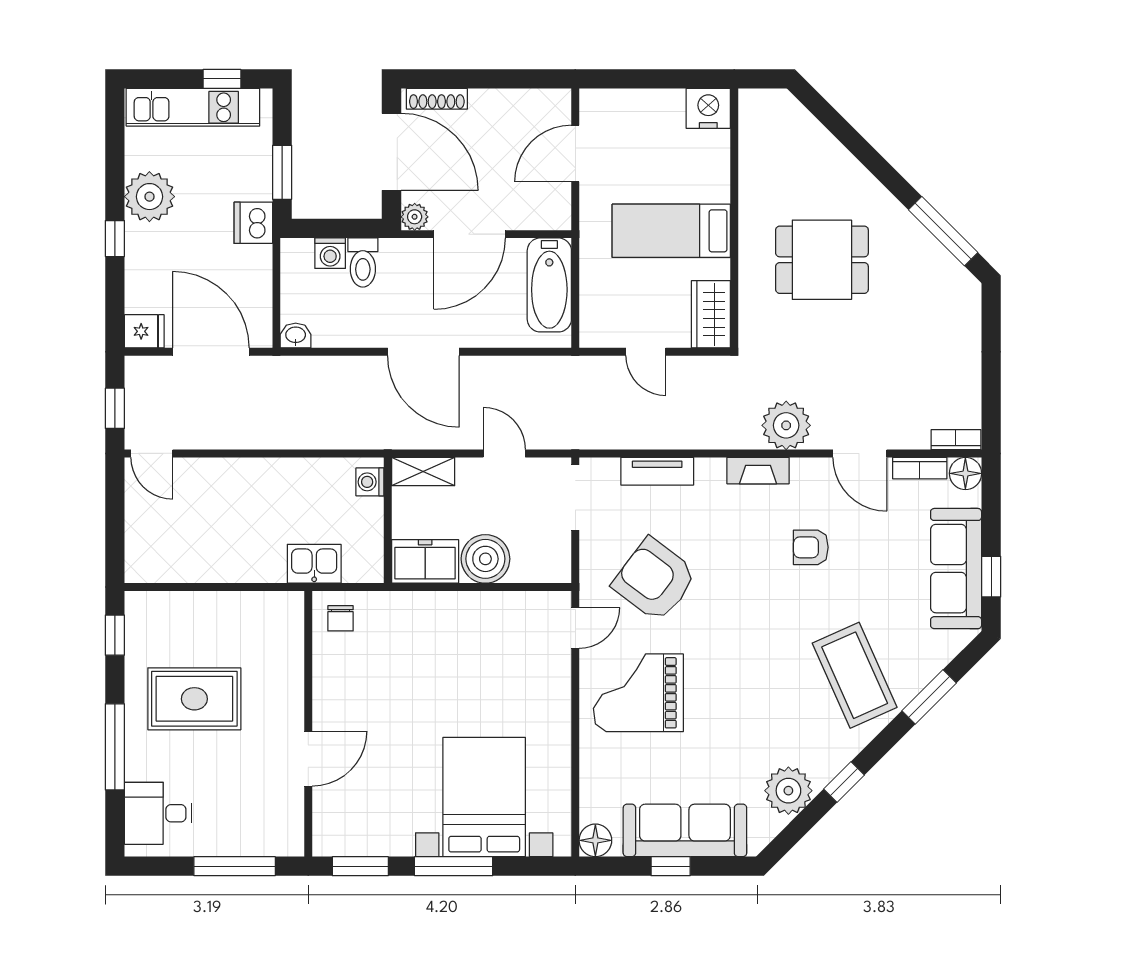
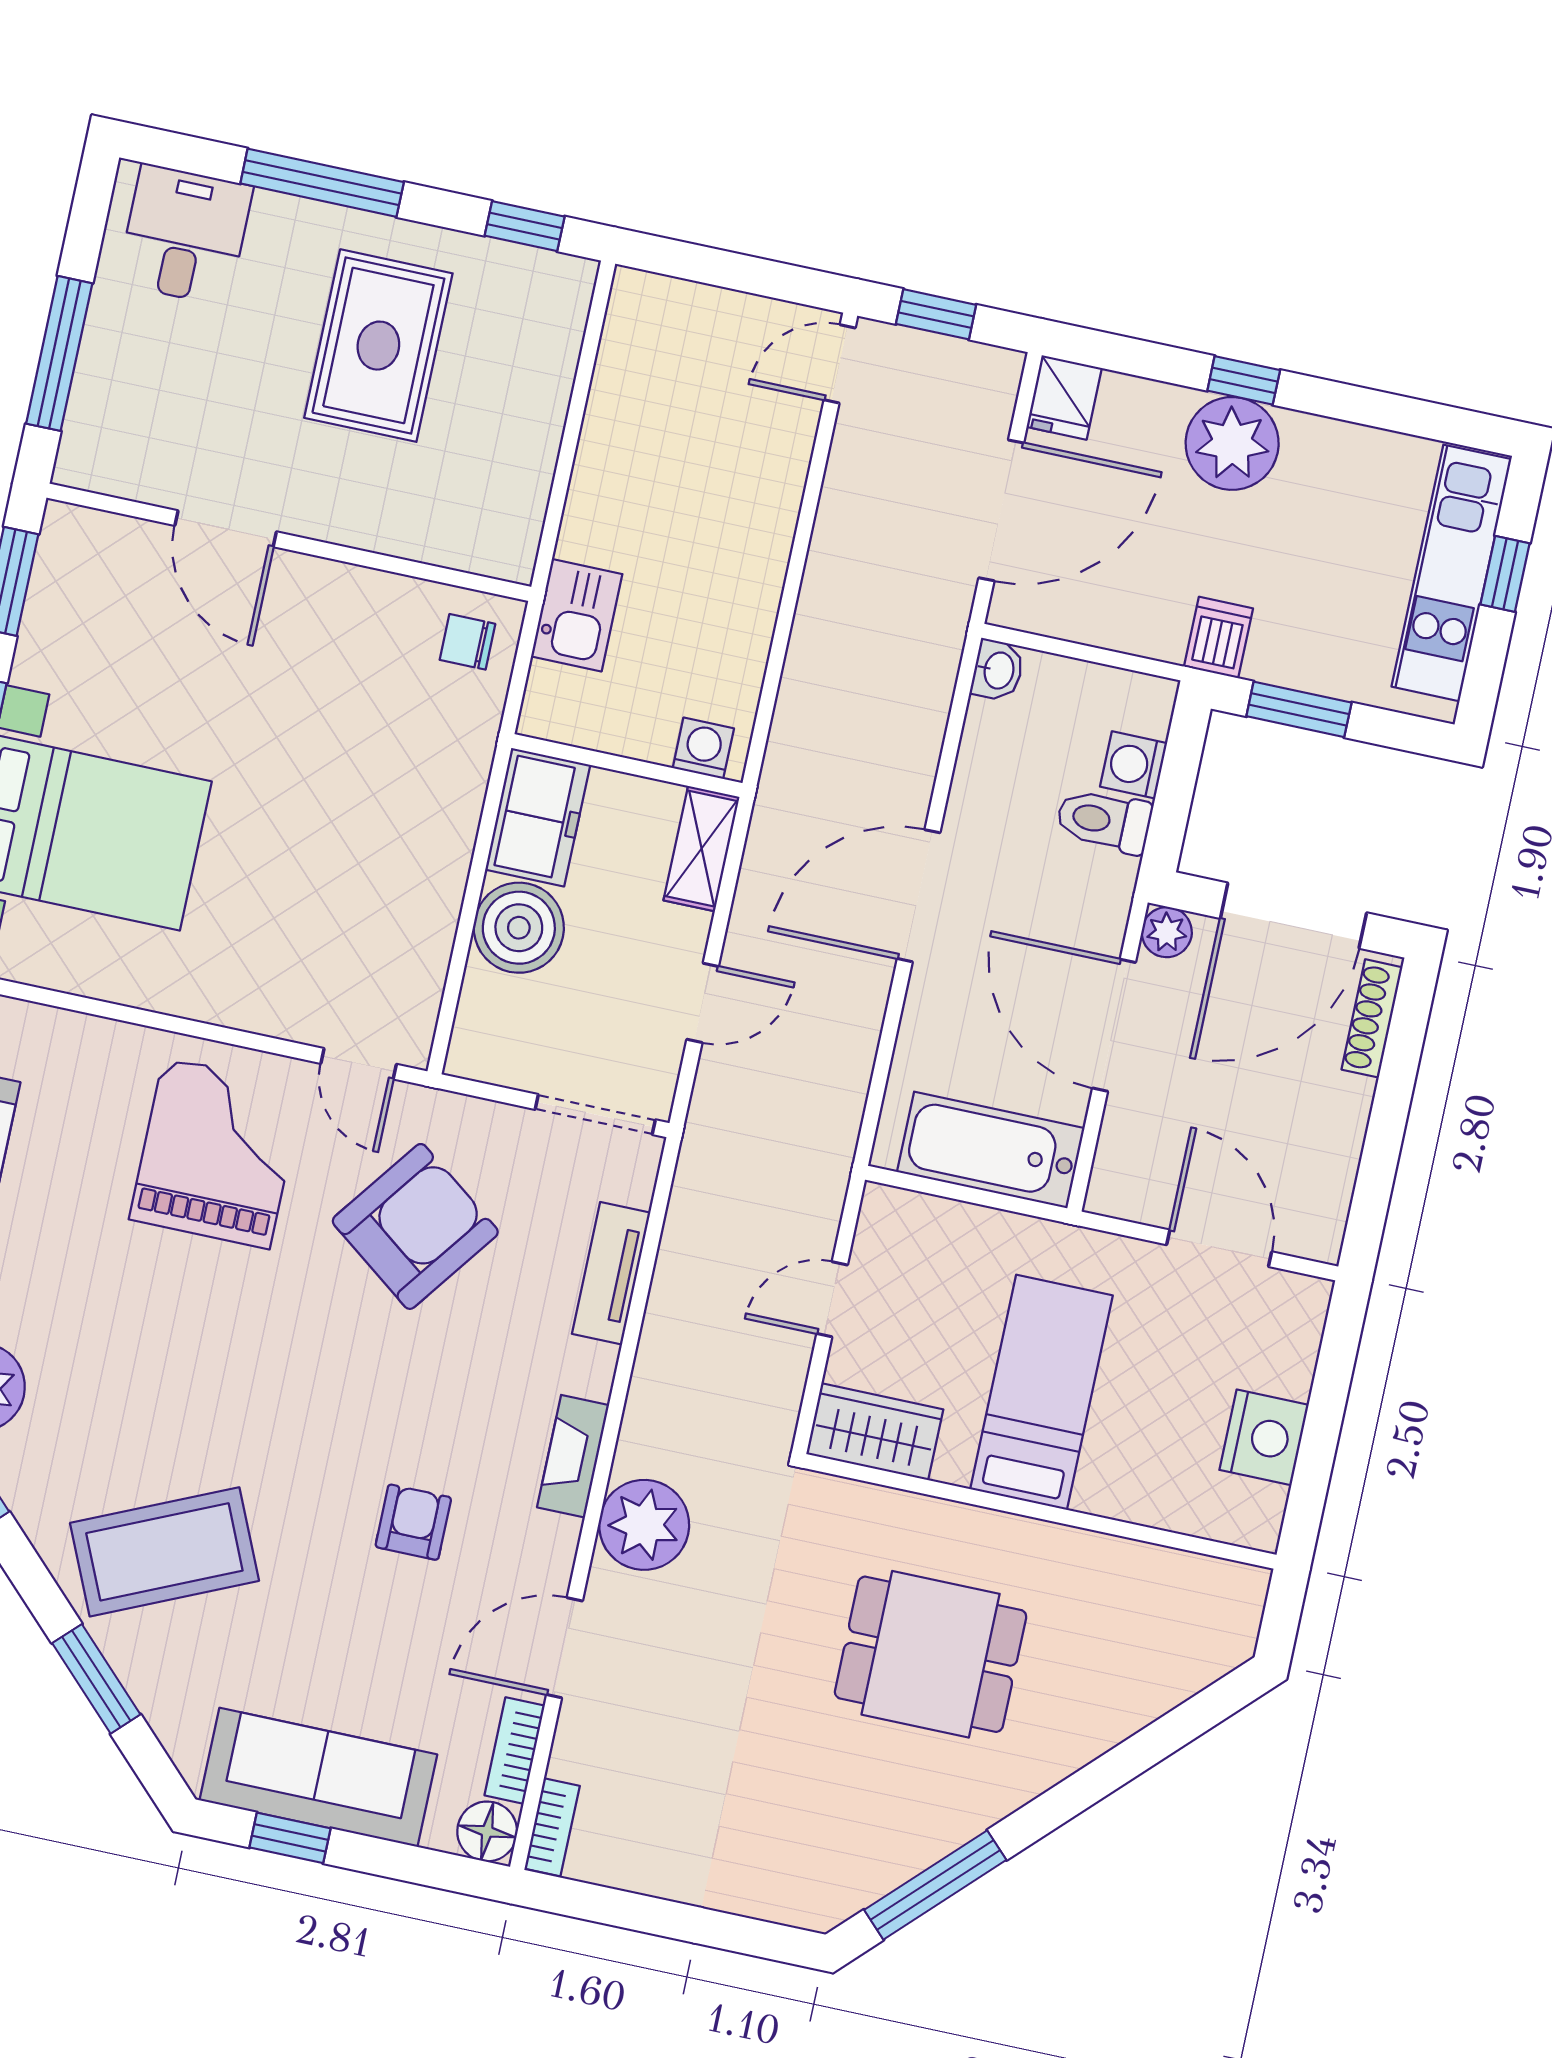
window: (222, 79) -> (1505, 574), moved
nightstand: (708, 108) -> (1264, 1437), moved
plant: (149, 197) -> (1232, 443), moved
dishwasher: (253, 223) -> (1218, 637), width x0.73
dining table: (822, 260) -> (931, 1654), turned 90

